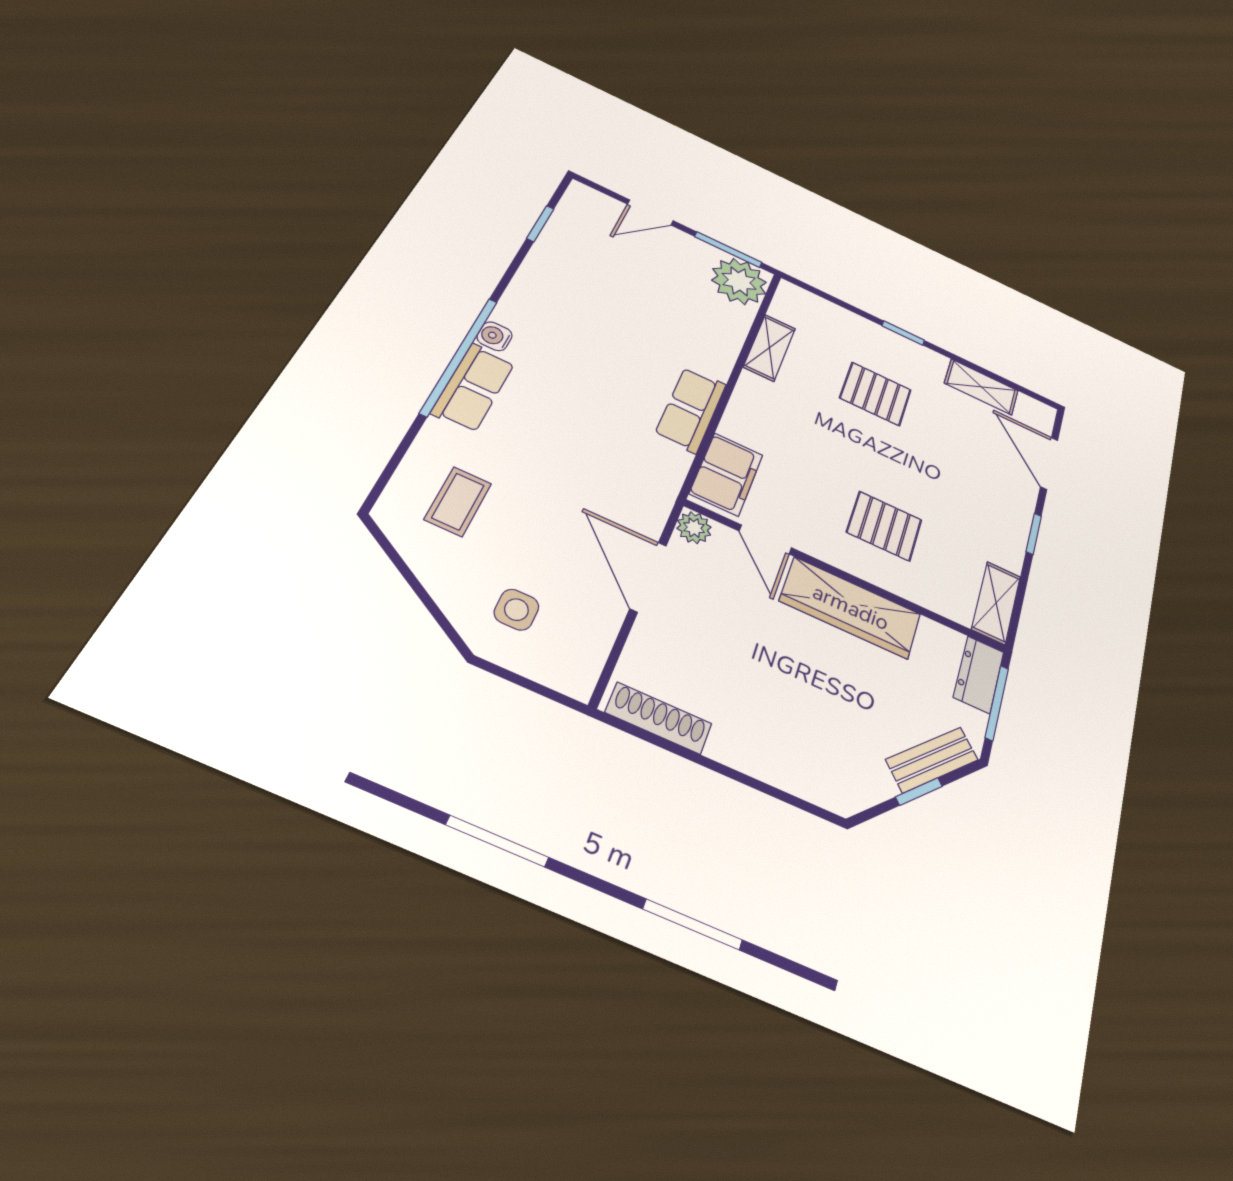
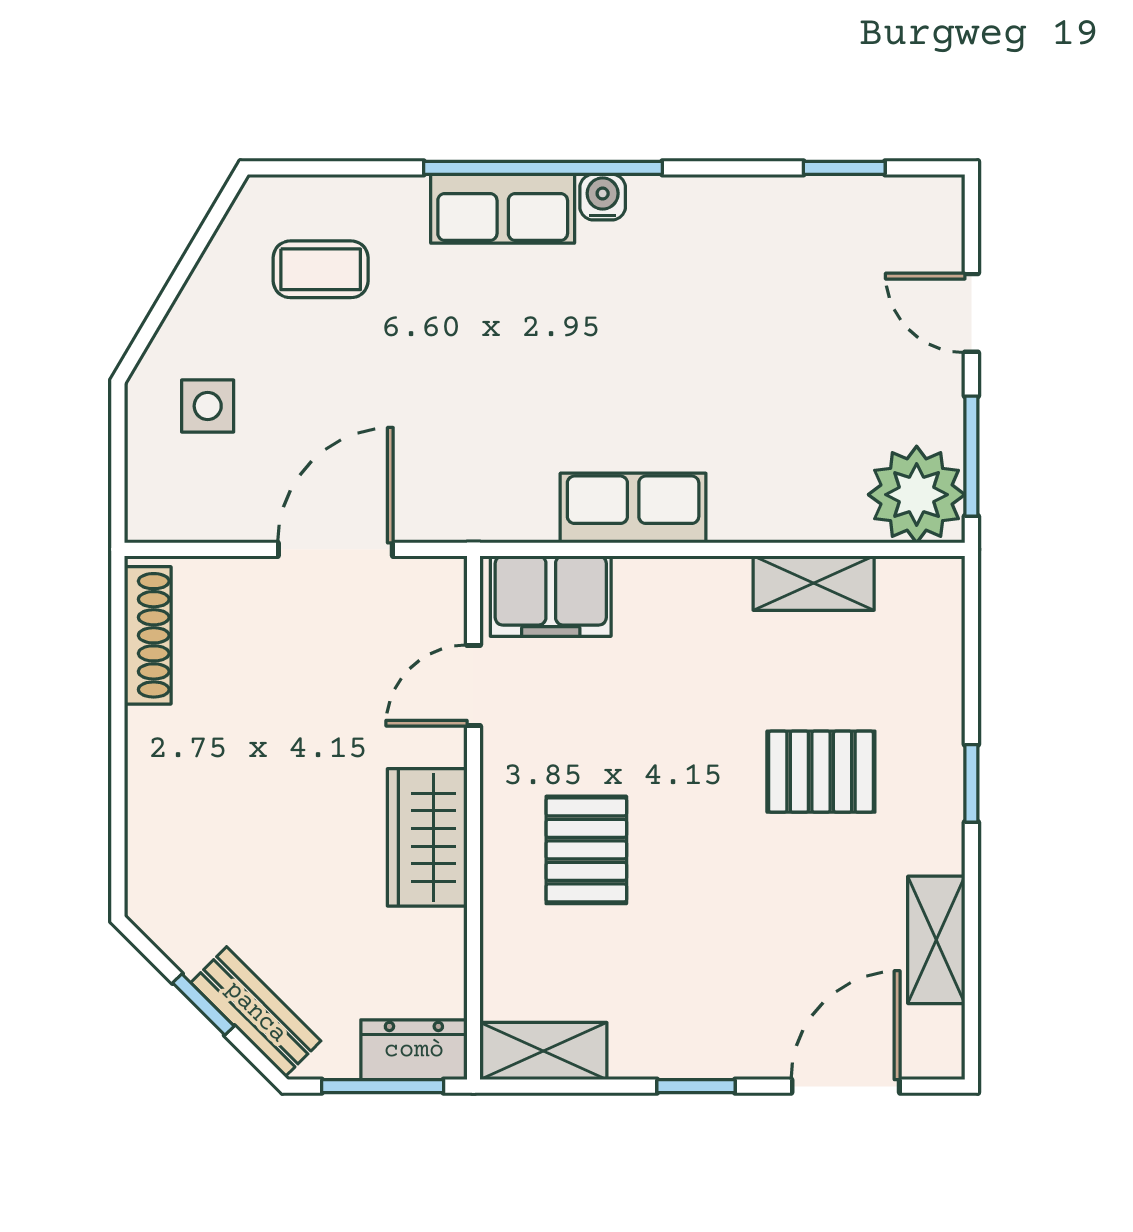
pallet: (876, 394) -> (821, 772), turned 90
plant: (694, 528) -> (441, 582), removed
wardrobe: (851, 608) -> (427, 837), width x0.67

